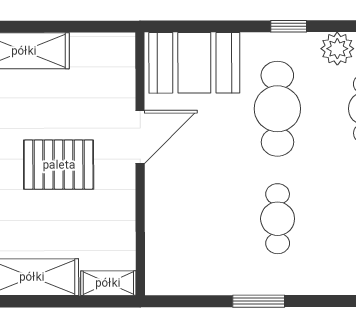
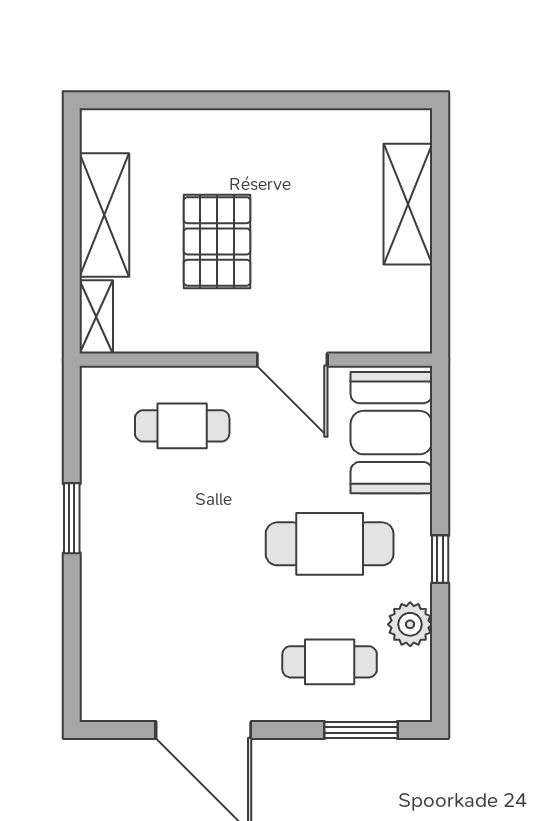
pallet: (59, 165) -> (217, 241), moved
cafe table: (278, 219) -> (182, 426), moved

